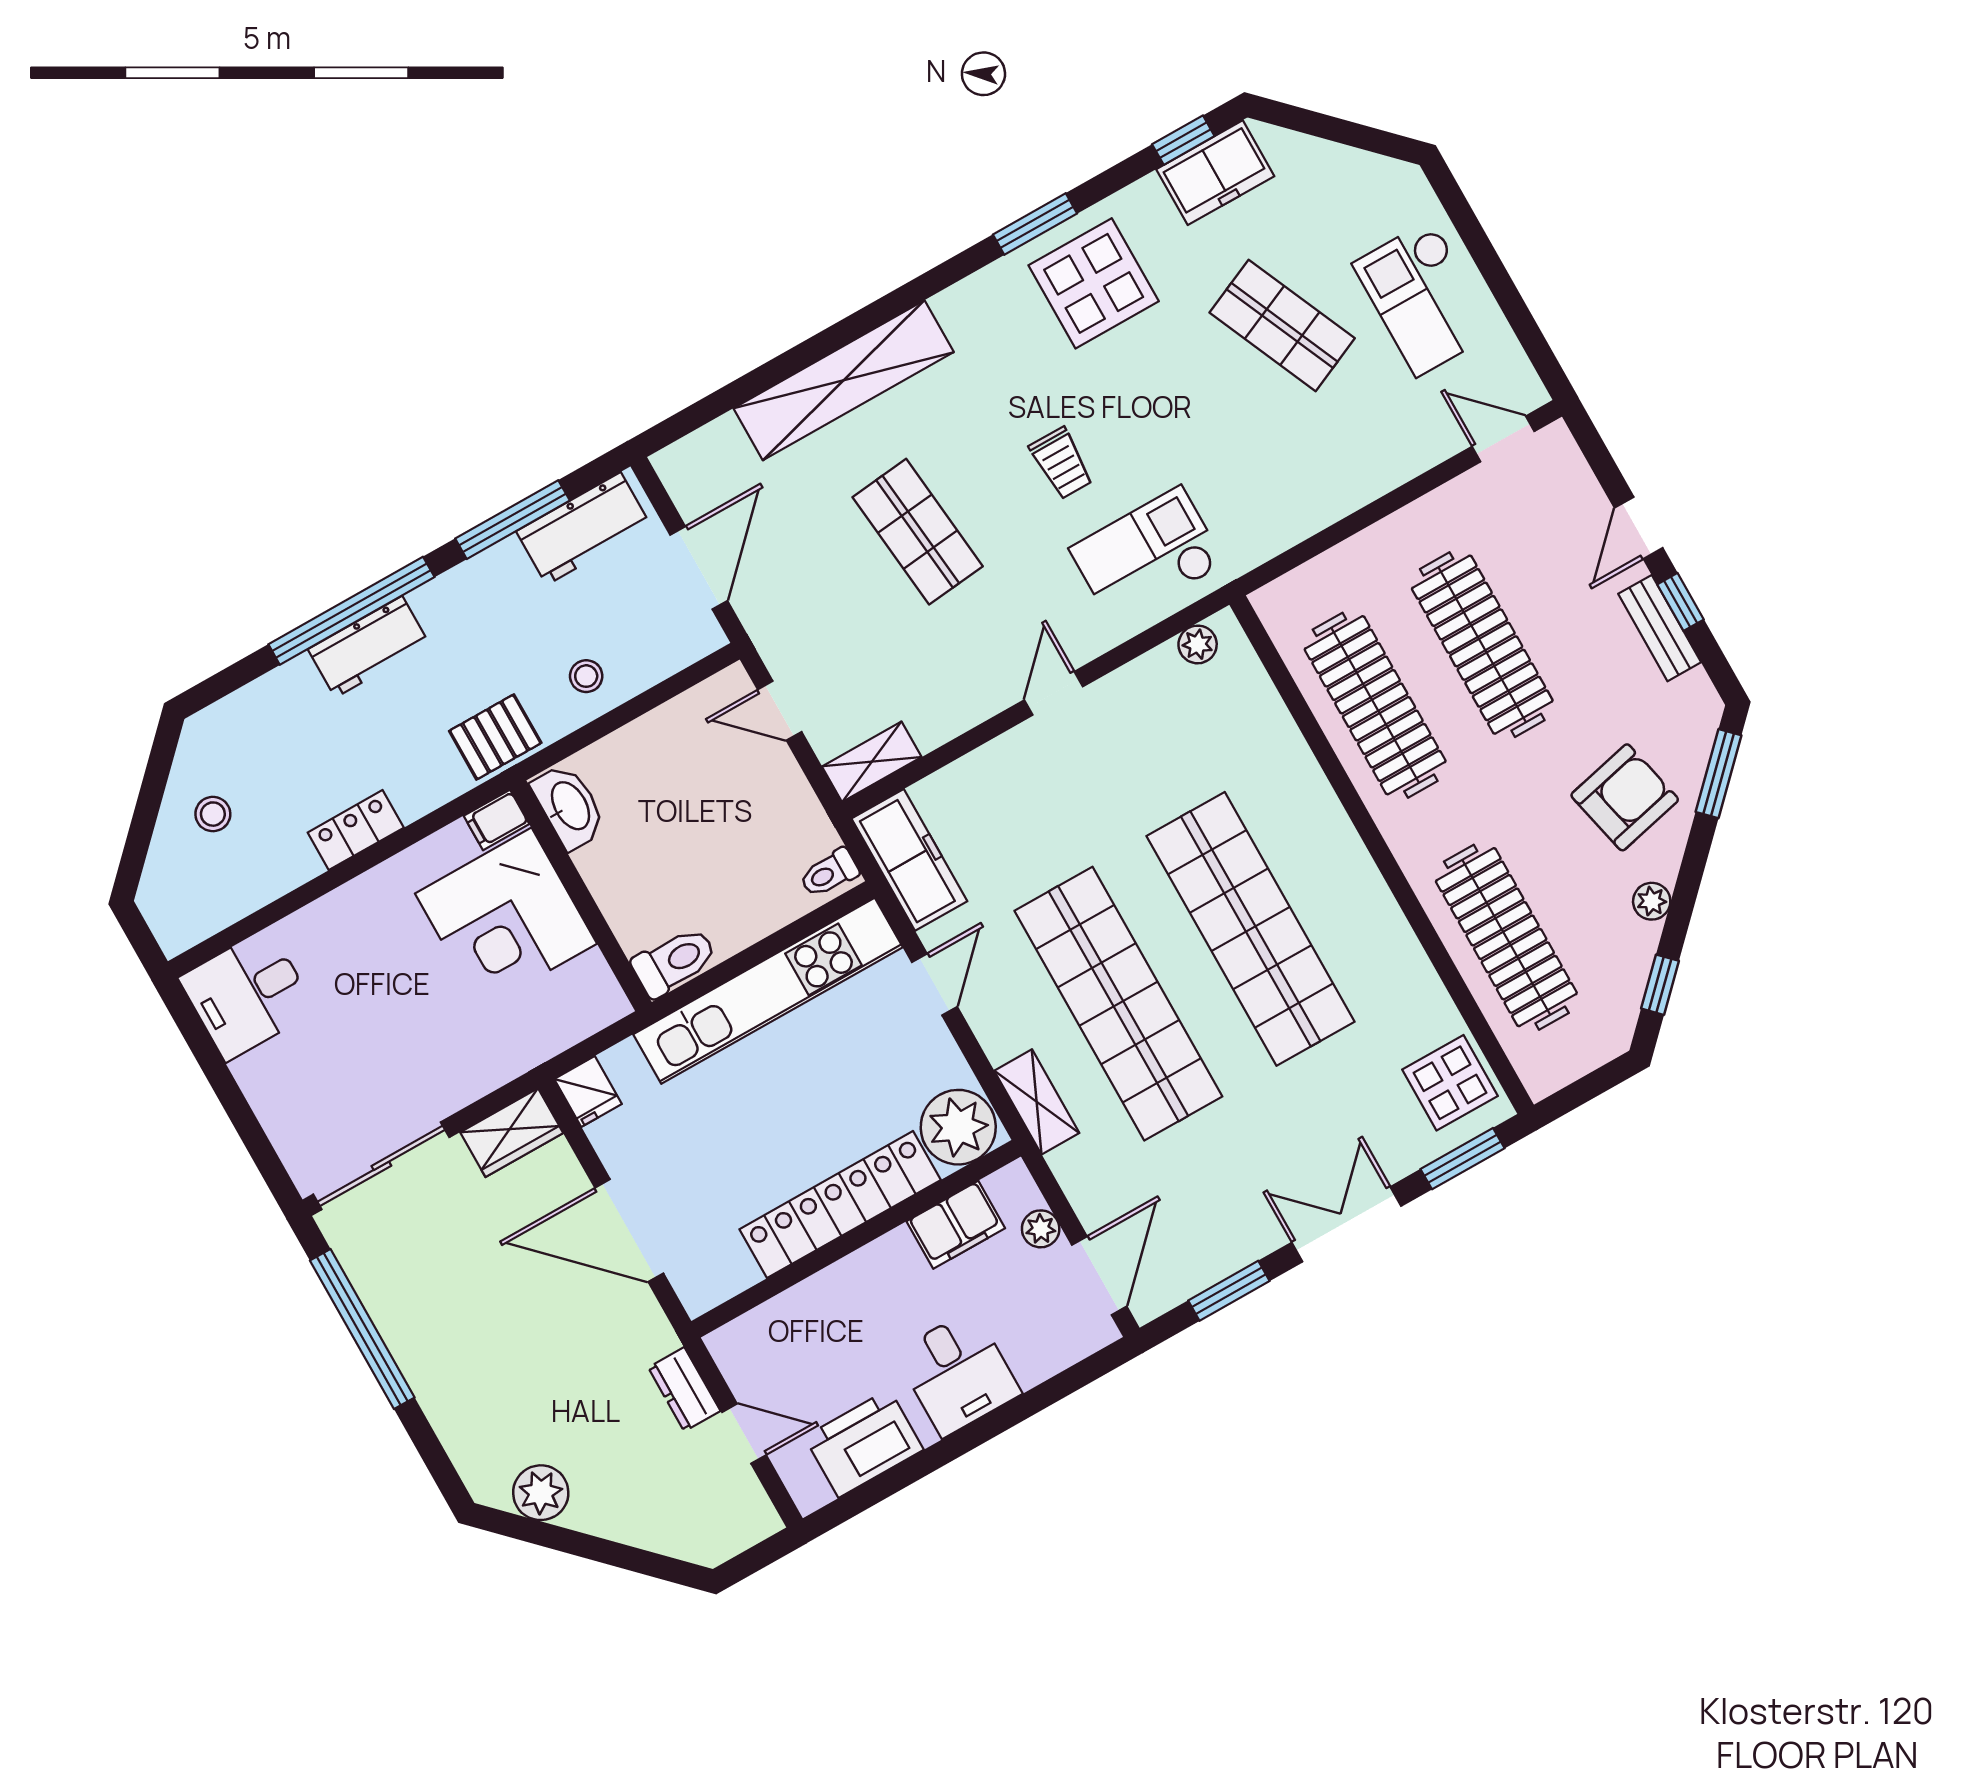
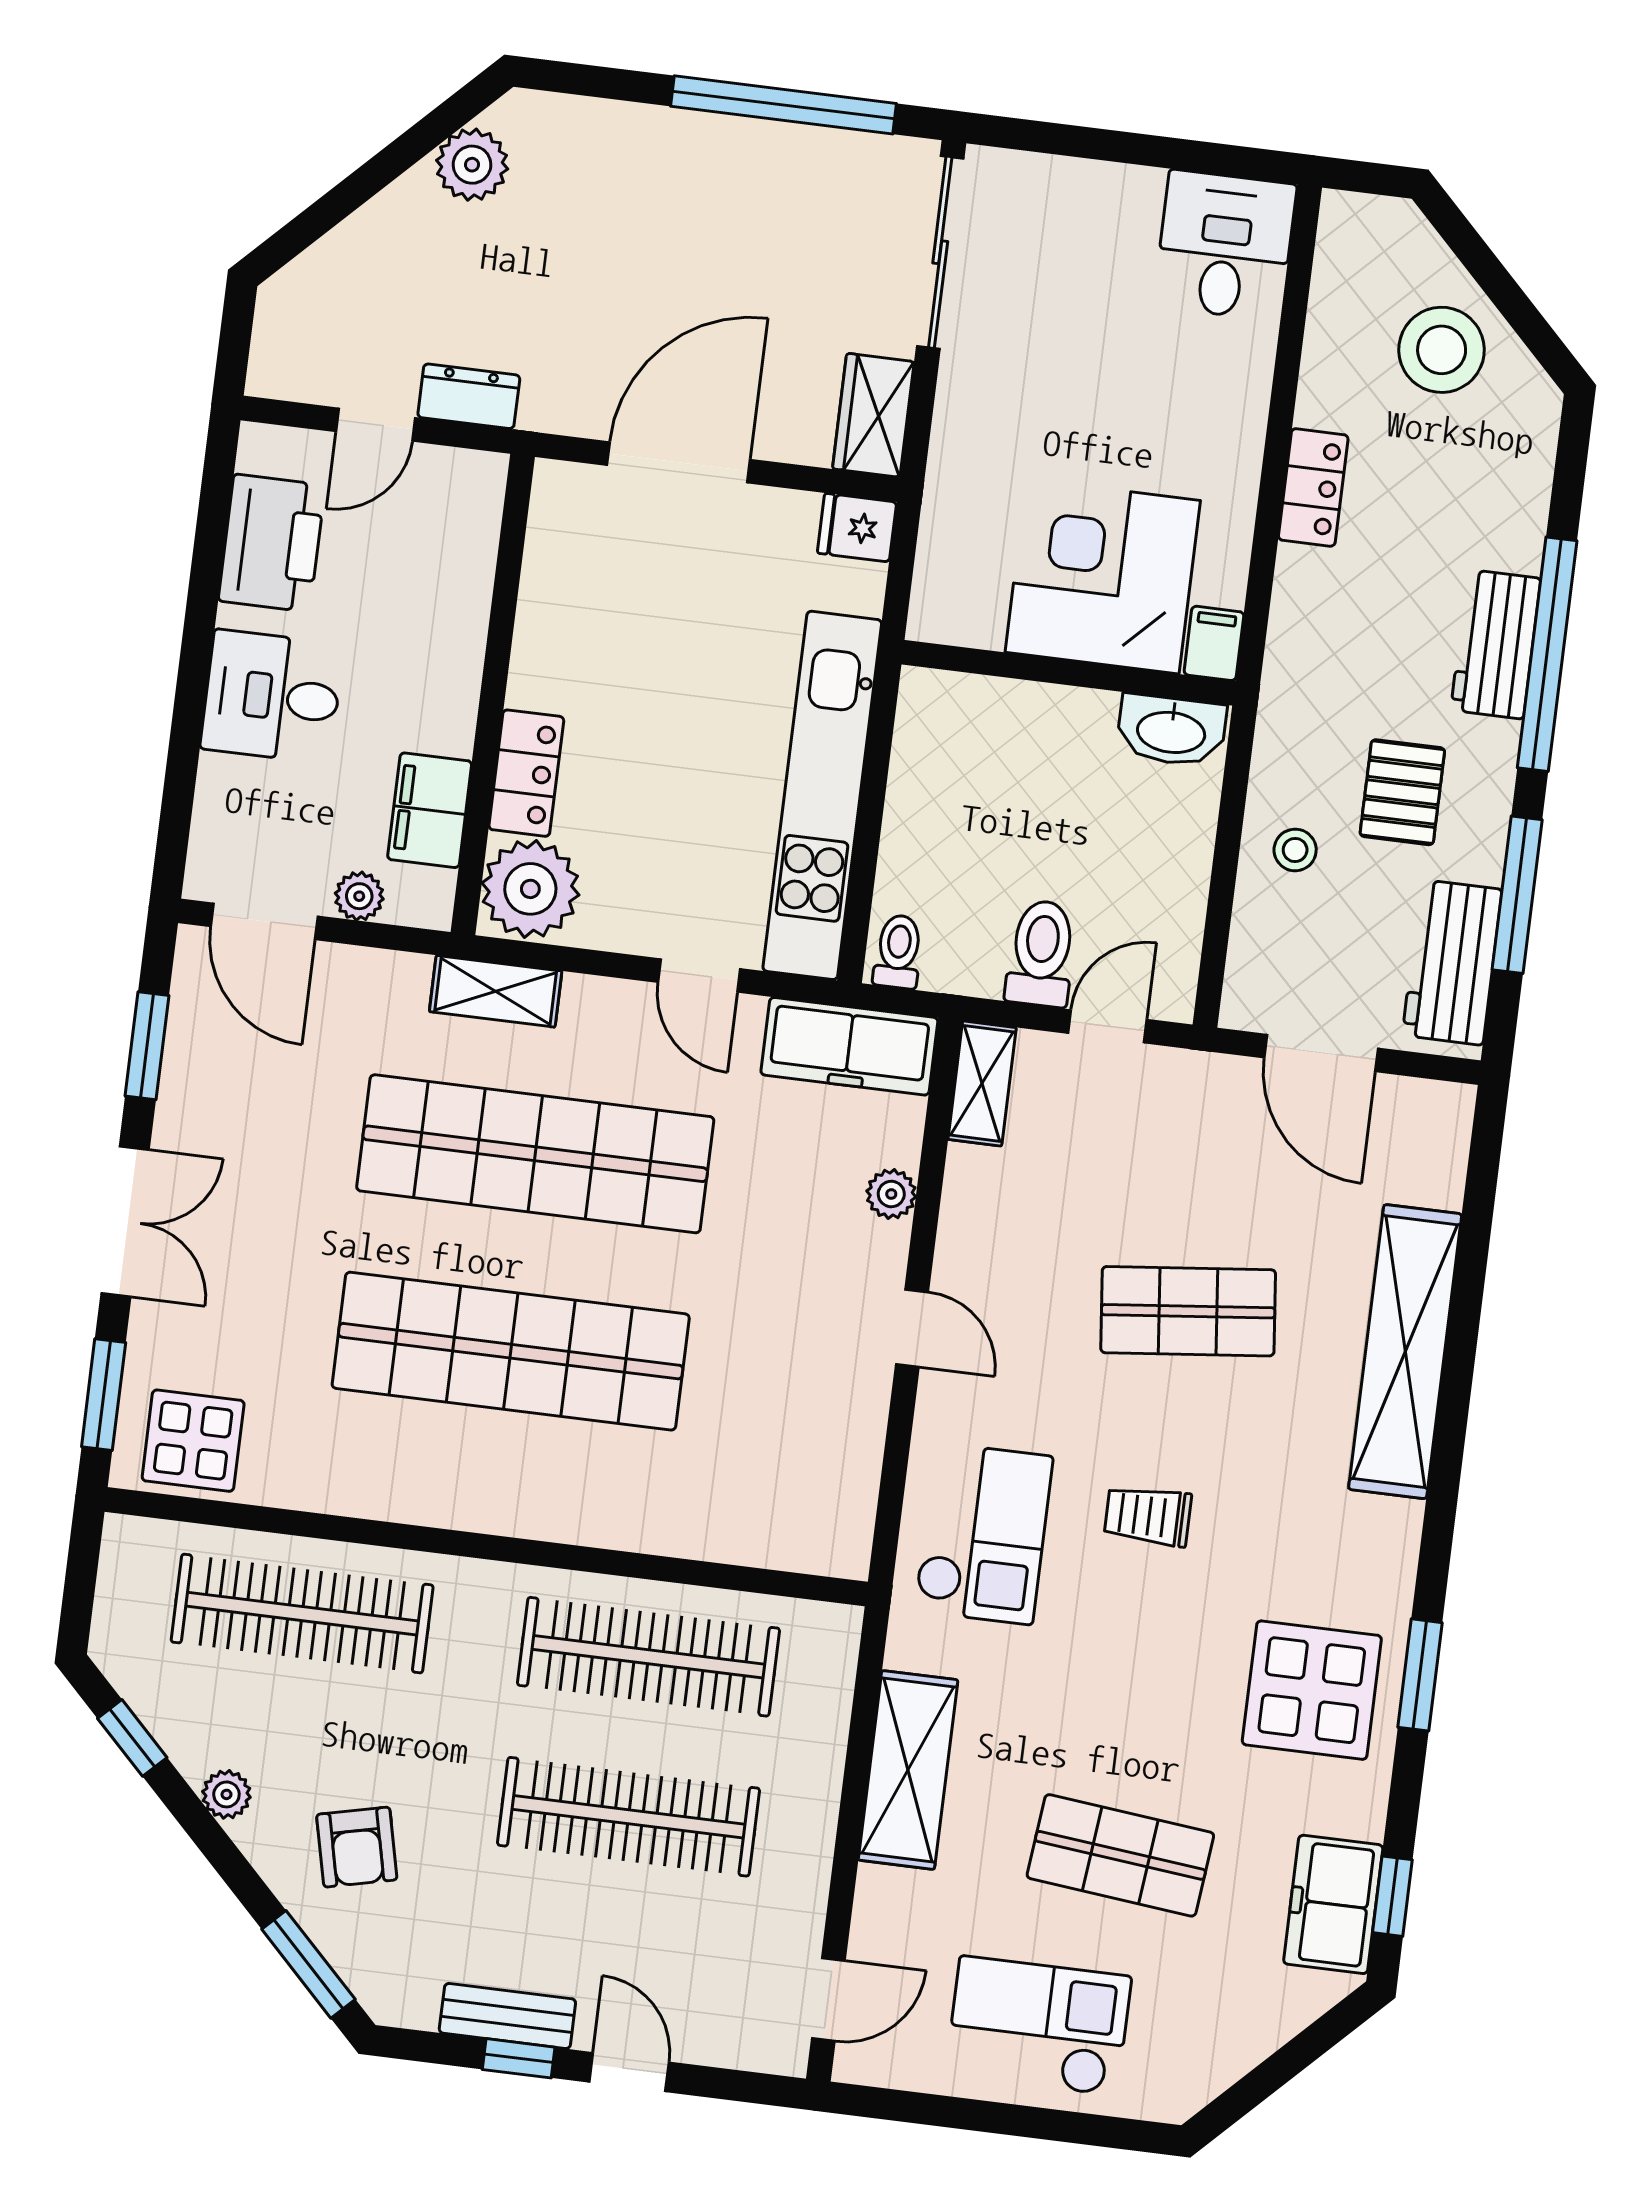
shop shelf: (1282, 325) -> (1120, 1855), turned 30
shelving: (1326, 495) -> (908, 1770), added
plant: (1198, 644) -> (891, 1194), moved
pallet: (495, 737) -> (1402, 792), moved
armchair: (1625, 797) -> (357, 1847), width x0.72, depth x0.72
stool: (213, 814) -> (1442, 350), width x1.89, depth x1.89
toilet: (674, 962) -> (1041, 953), moved, turned 180
locker: (840, 1205) -> (526, 773), width x0.46, depth x0.83

